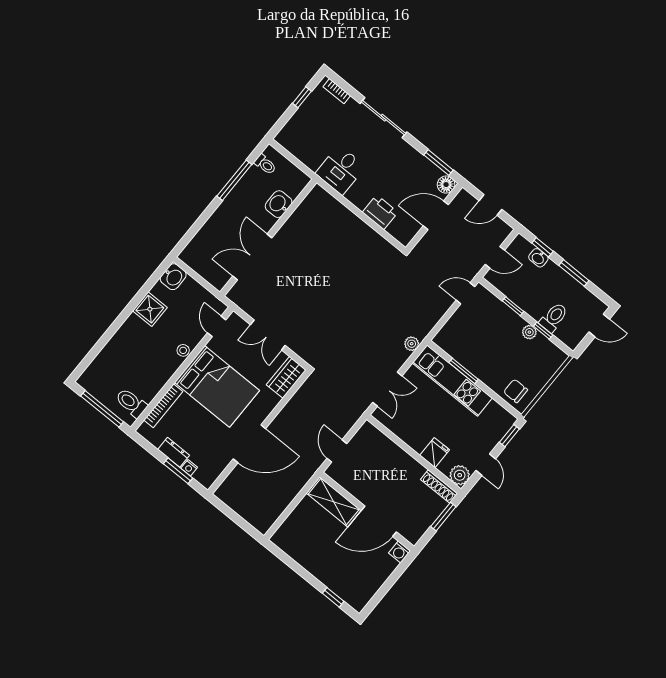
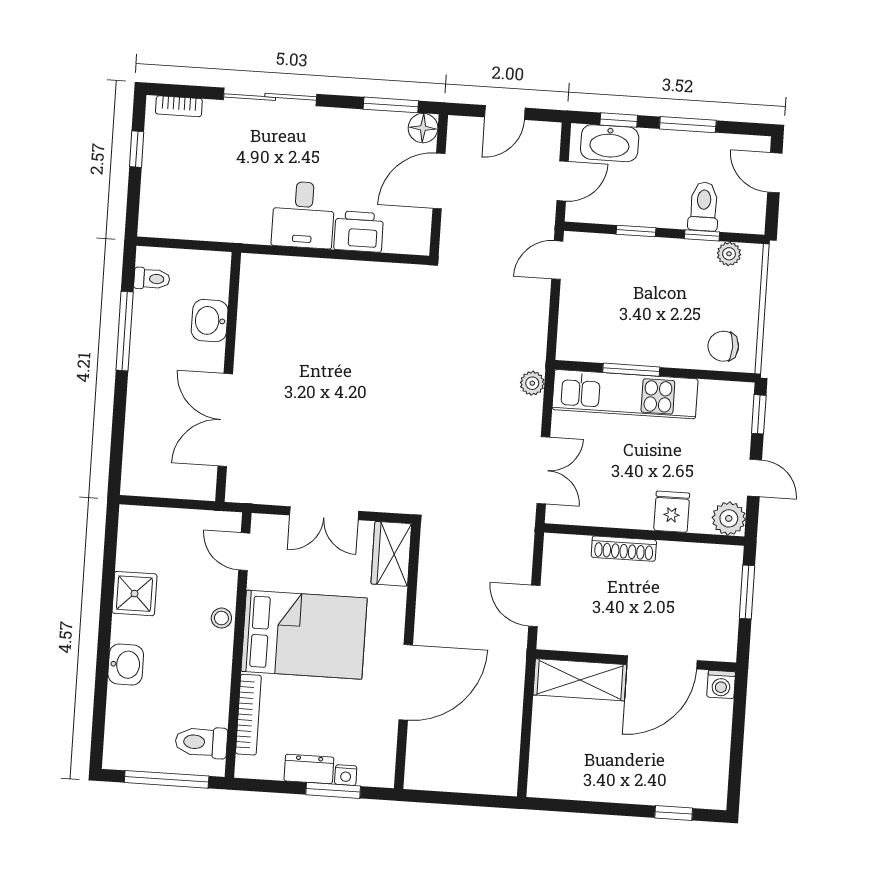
desk: (340, 170) -> (303, 215), moved
washbasin: (538, 258) -> (610, 143), width x1.91, depth x1.45
washbasin: (173, 277) -> (126, 664), moved
door: (599, 326) -> (775, 173), swing flipped
plant: (529, 332) -> (729, 254), moved
shoe rack: (439, 486) -> (624, 549), moved

